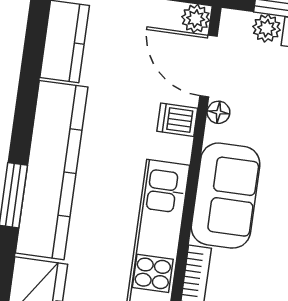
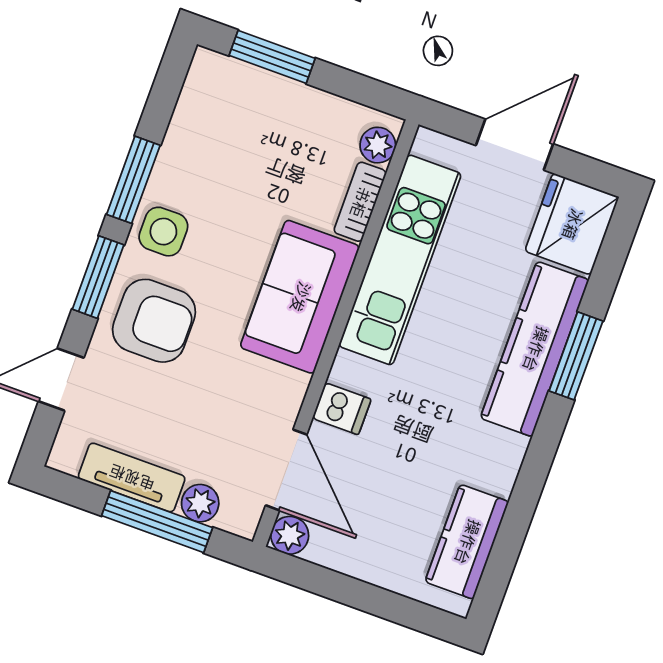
floor lamp: (218, 112) -> (286, 407), removed
kitchen counter: (52, 170) -> (535, 349), width x0.72, depth x0.86

